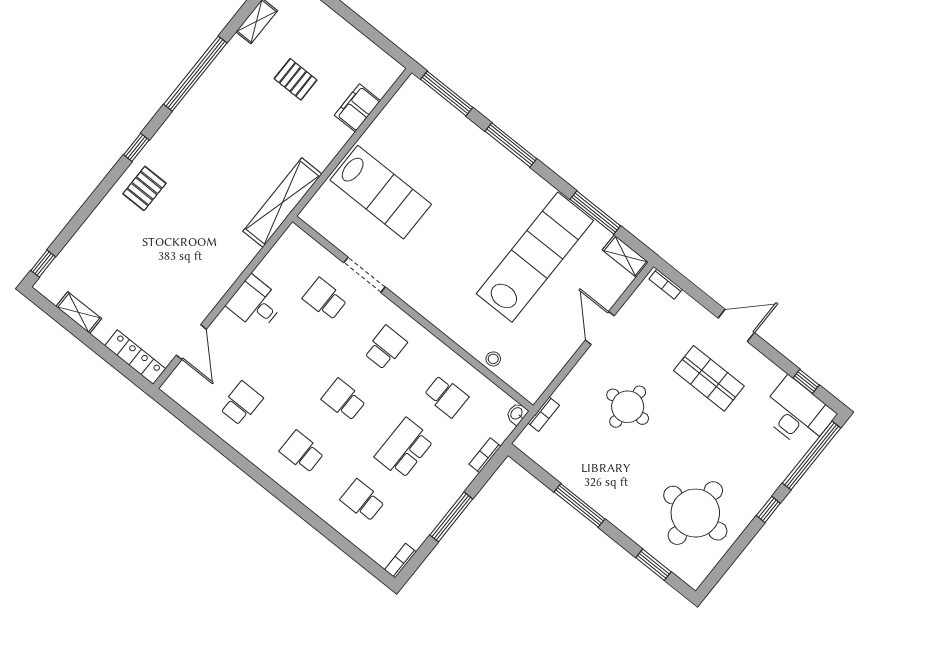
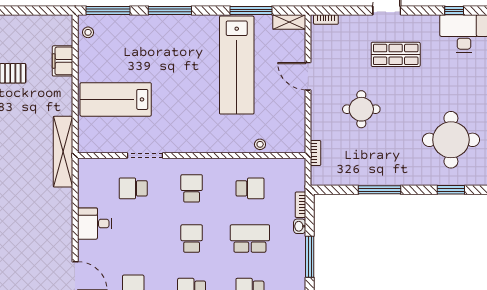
stool: (408, 99) -> (88, 32), added
lab bench: (381, 192) -> (116, 99), turned 180
lab bench: (535, 257) -> (237, 65), turned 180
school desk: (344, 400) -> (192, 239), turned 90
washbasin: (517, 414) -> (300, 226), moved
school desk: (404, 448) -> (250, 239), turned 90

